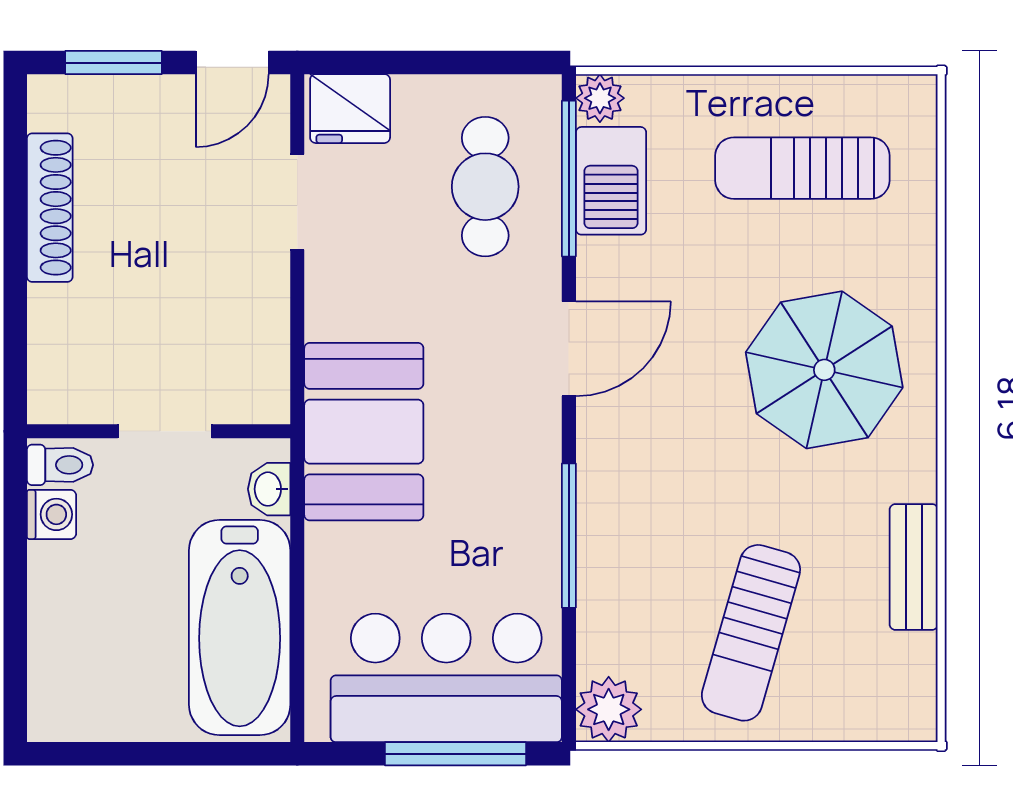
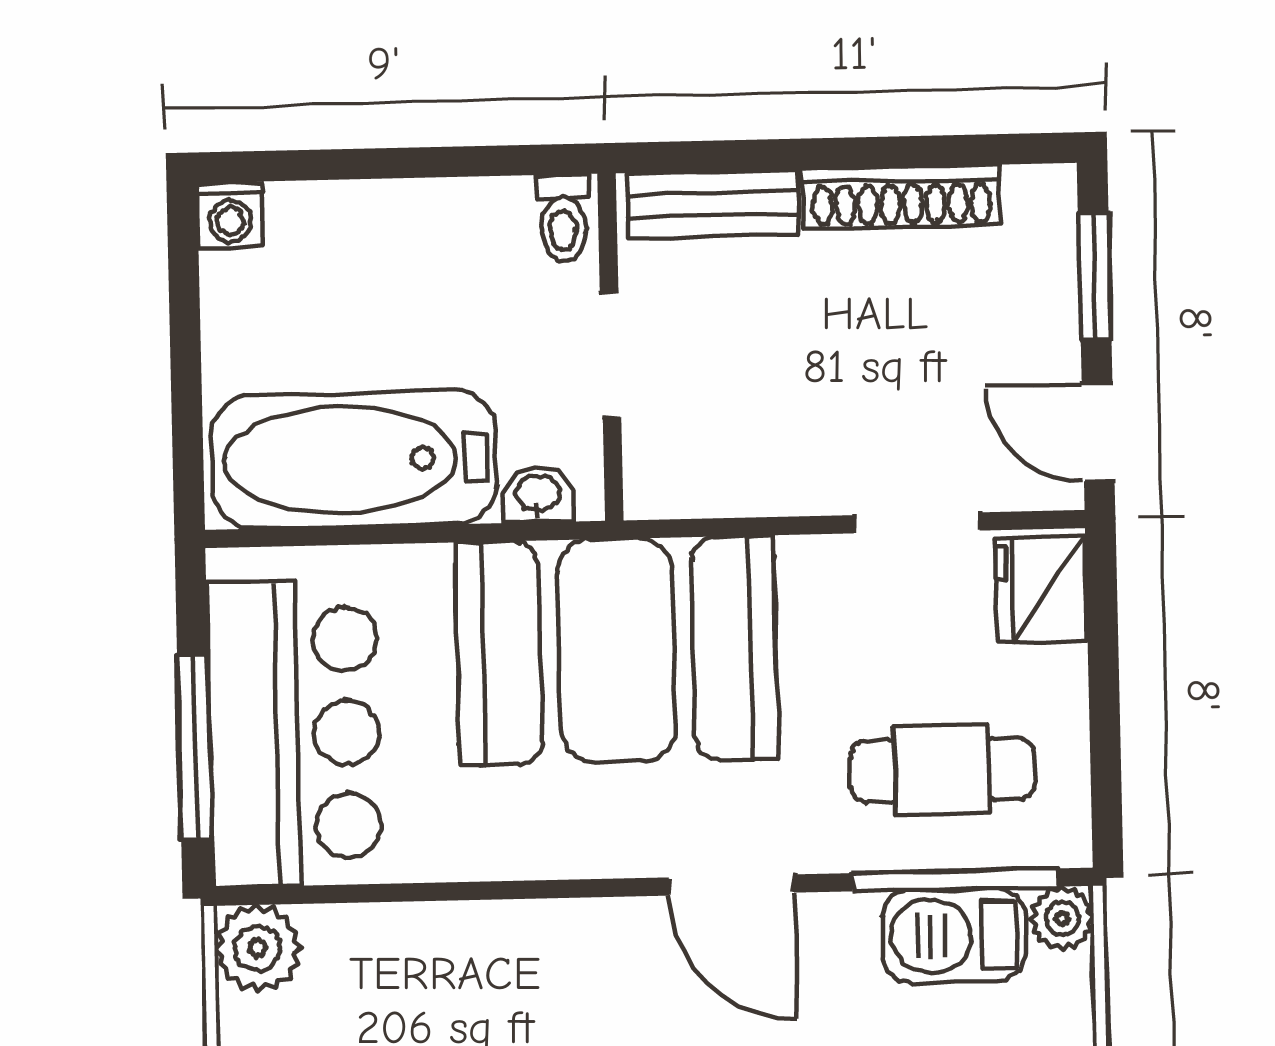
bench: (52, 352) -> (712, 204), added
booth: (364, 432) -> (617, 651), width x1.36, depth x1.42
washing machine: (51, 514) -> (230, 215), moved
window: (569, 536) -> (485, 891), removed

